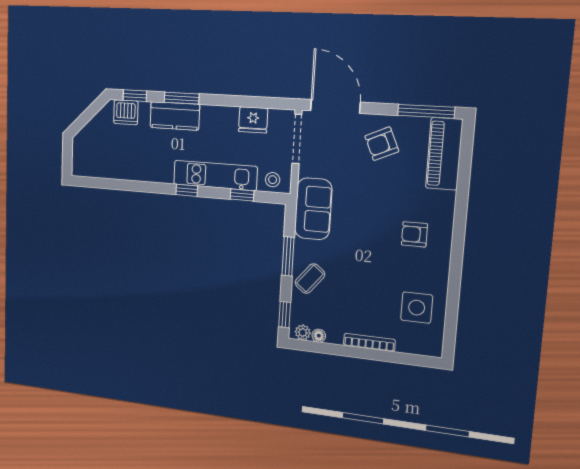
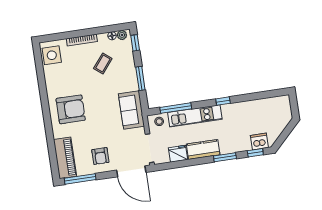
kitchen counter: (175, 116) -> (203, 149), moved
armchair: (382, 144) -> (100, 156), turned 114
window: (187, 190) -> (223, 101), moved
window: (242, 195) -> (176, 108), width x2.17
armchair: (414, 234) -> (71, 109), width x1.88, depth x1.88
coffee table: (310, 279) -> (103, 64), moved
side table: (417, 308) -> (52, 55), moved

